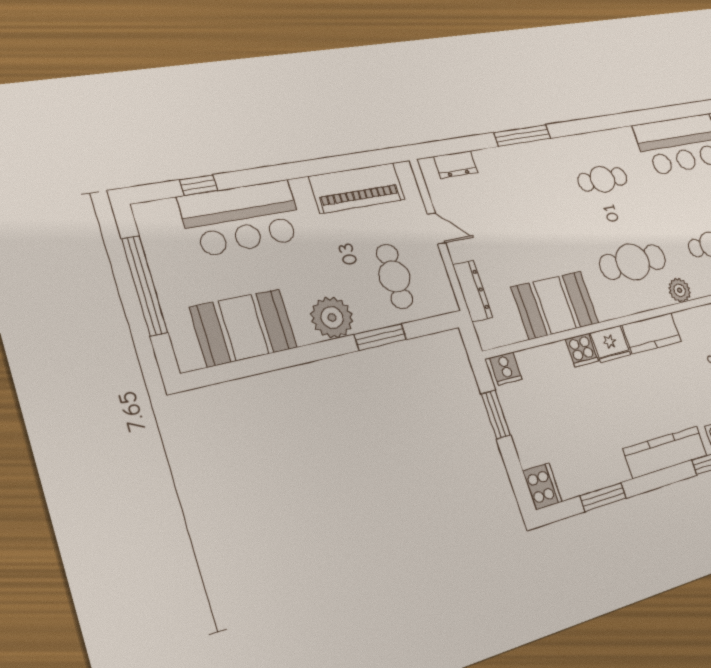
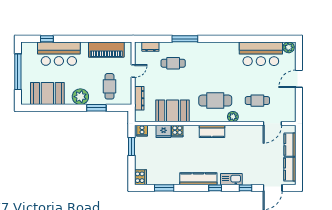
cafe table: (602, 179) -> (173, 63), moved
door: (436, 229) -> (133, 71), hinge flipped
fridge: (610, 344) -> (164, 131), moved

